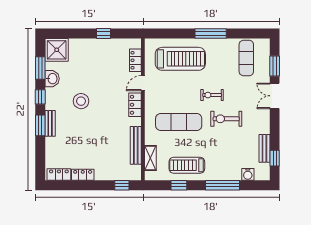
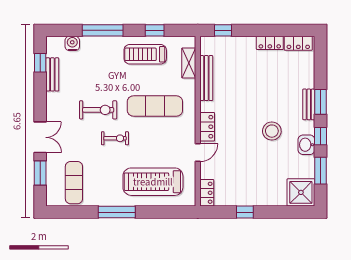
locker: (135, 60) -> (207, 193), moved
washbasin: (52, 79) -> (306, 145), moved
treadmill: (187, 165) -> (145, 54), turned 180

